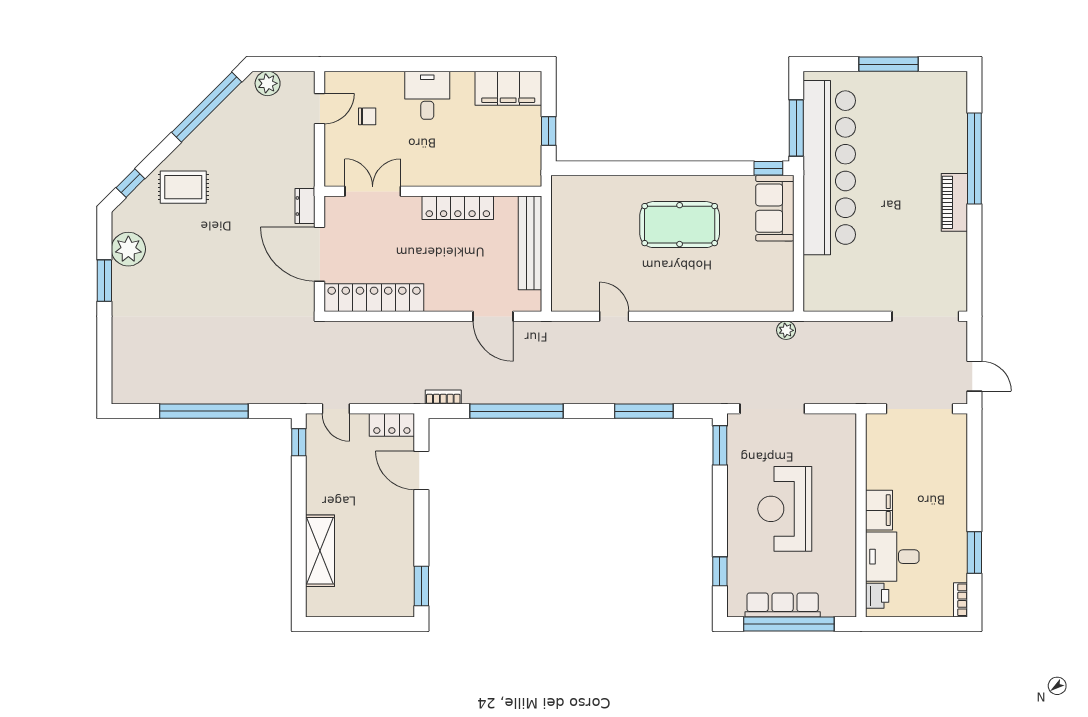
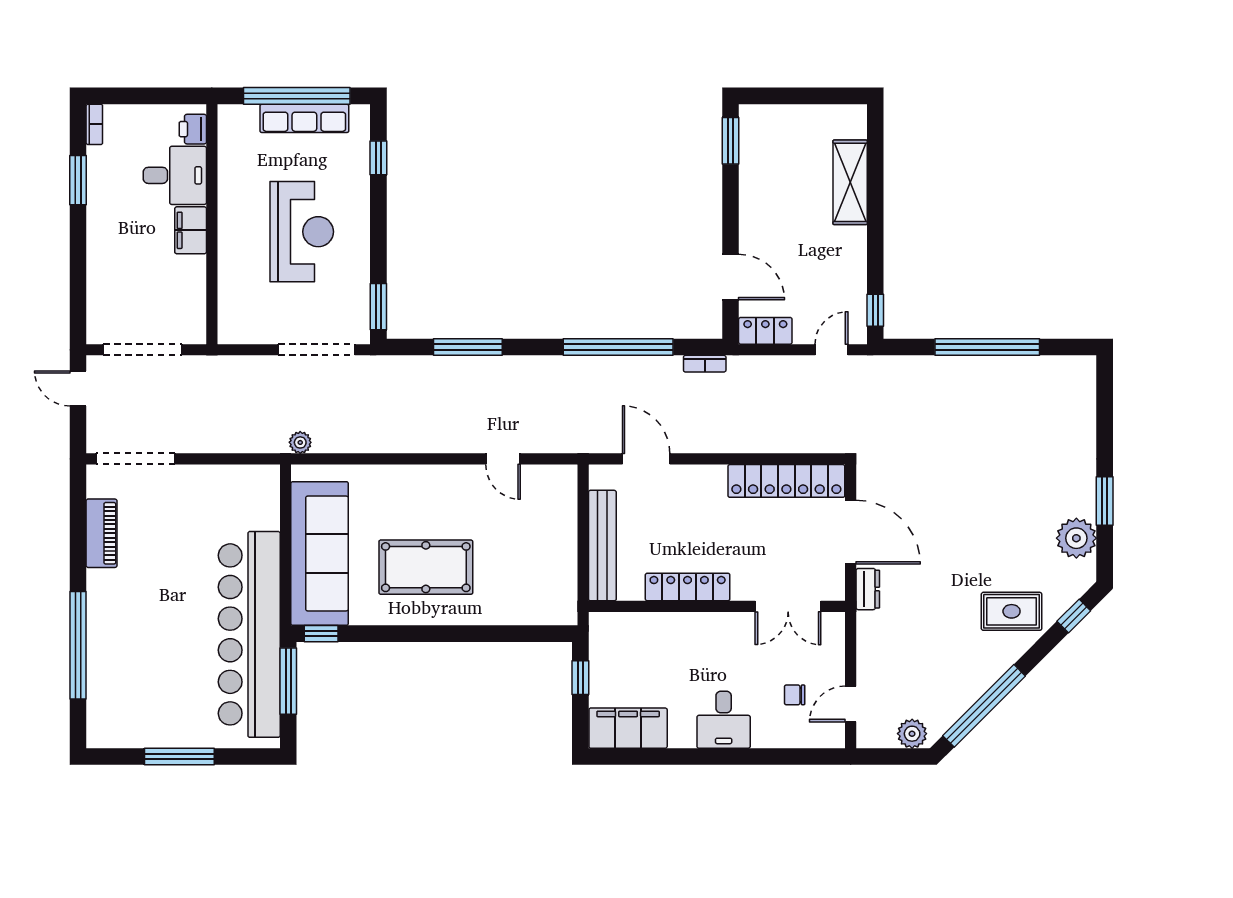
piano: (954, 202) -> (102, 533), moved
sofa: (775, 208) -> (320, 554), width x1.85, depth x1.27
door: (336, 409) -> (831, 350), hinge flipped

